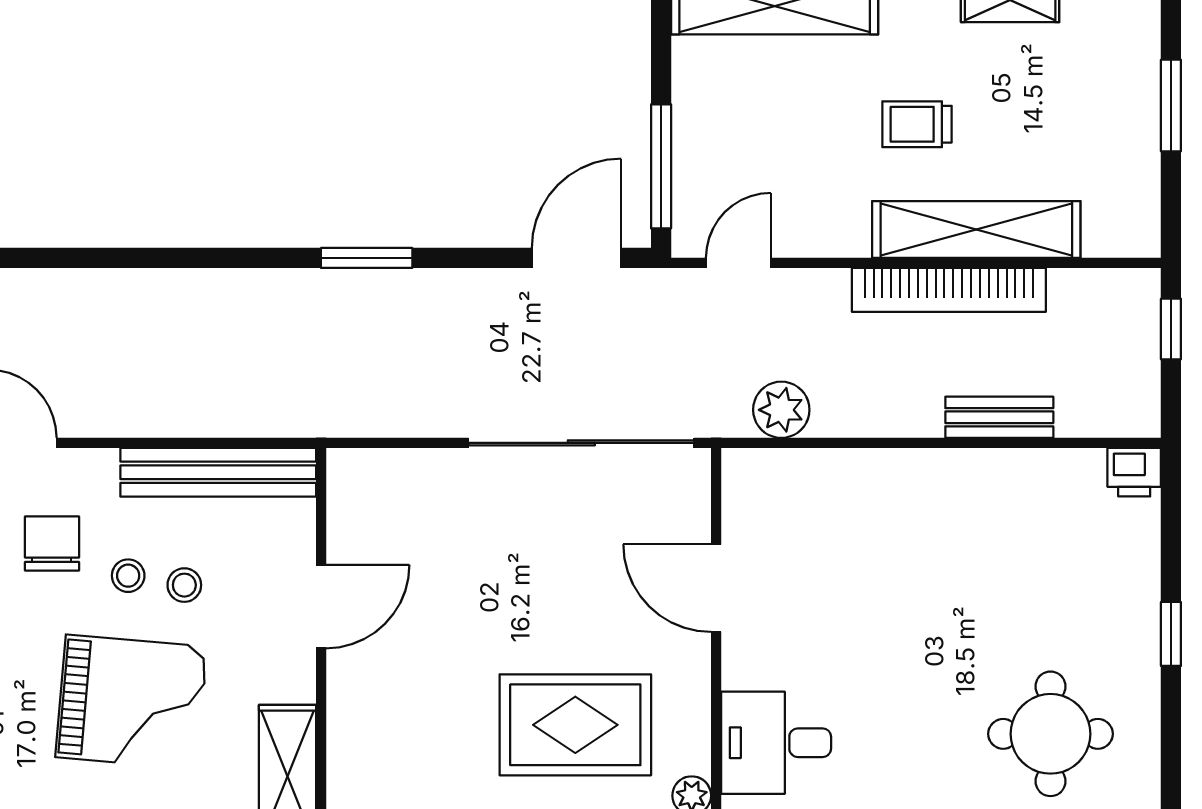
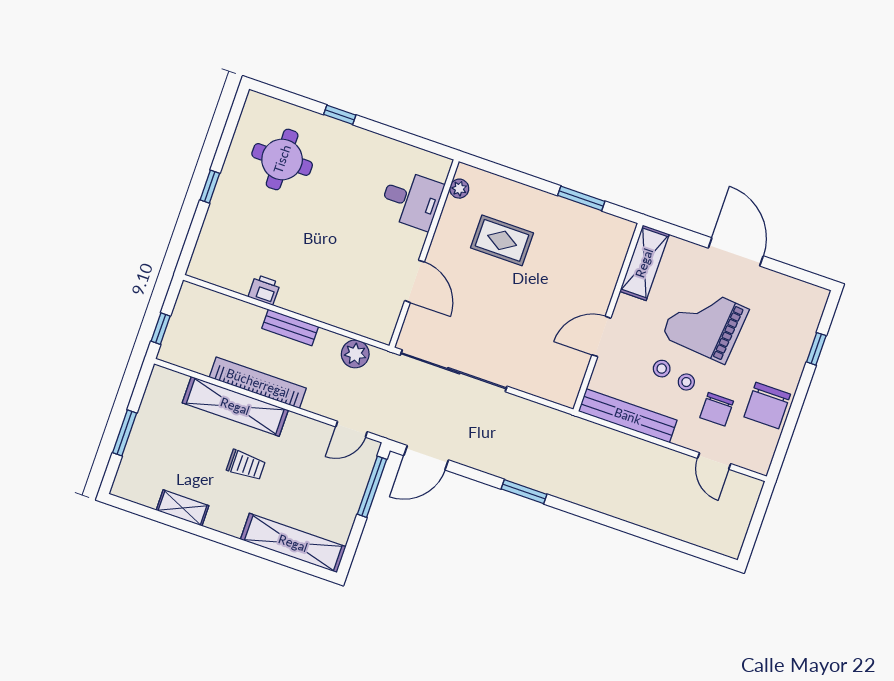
bench: (999, 417) -> (290, 327), moved
printer: (1134, 472) -> (264, 290), moved
rug: (575, 725) -> (502, 240), width x0.73, depth x0.70

